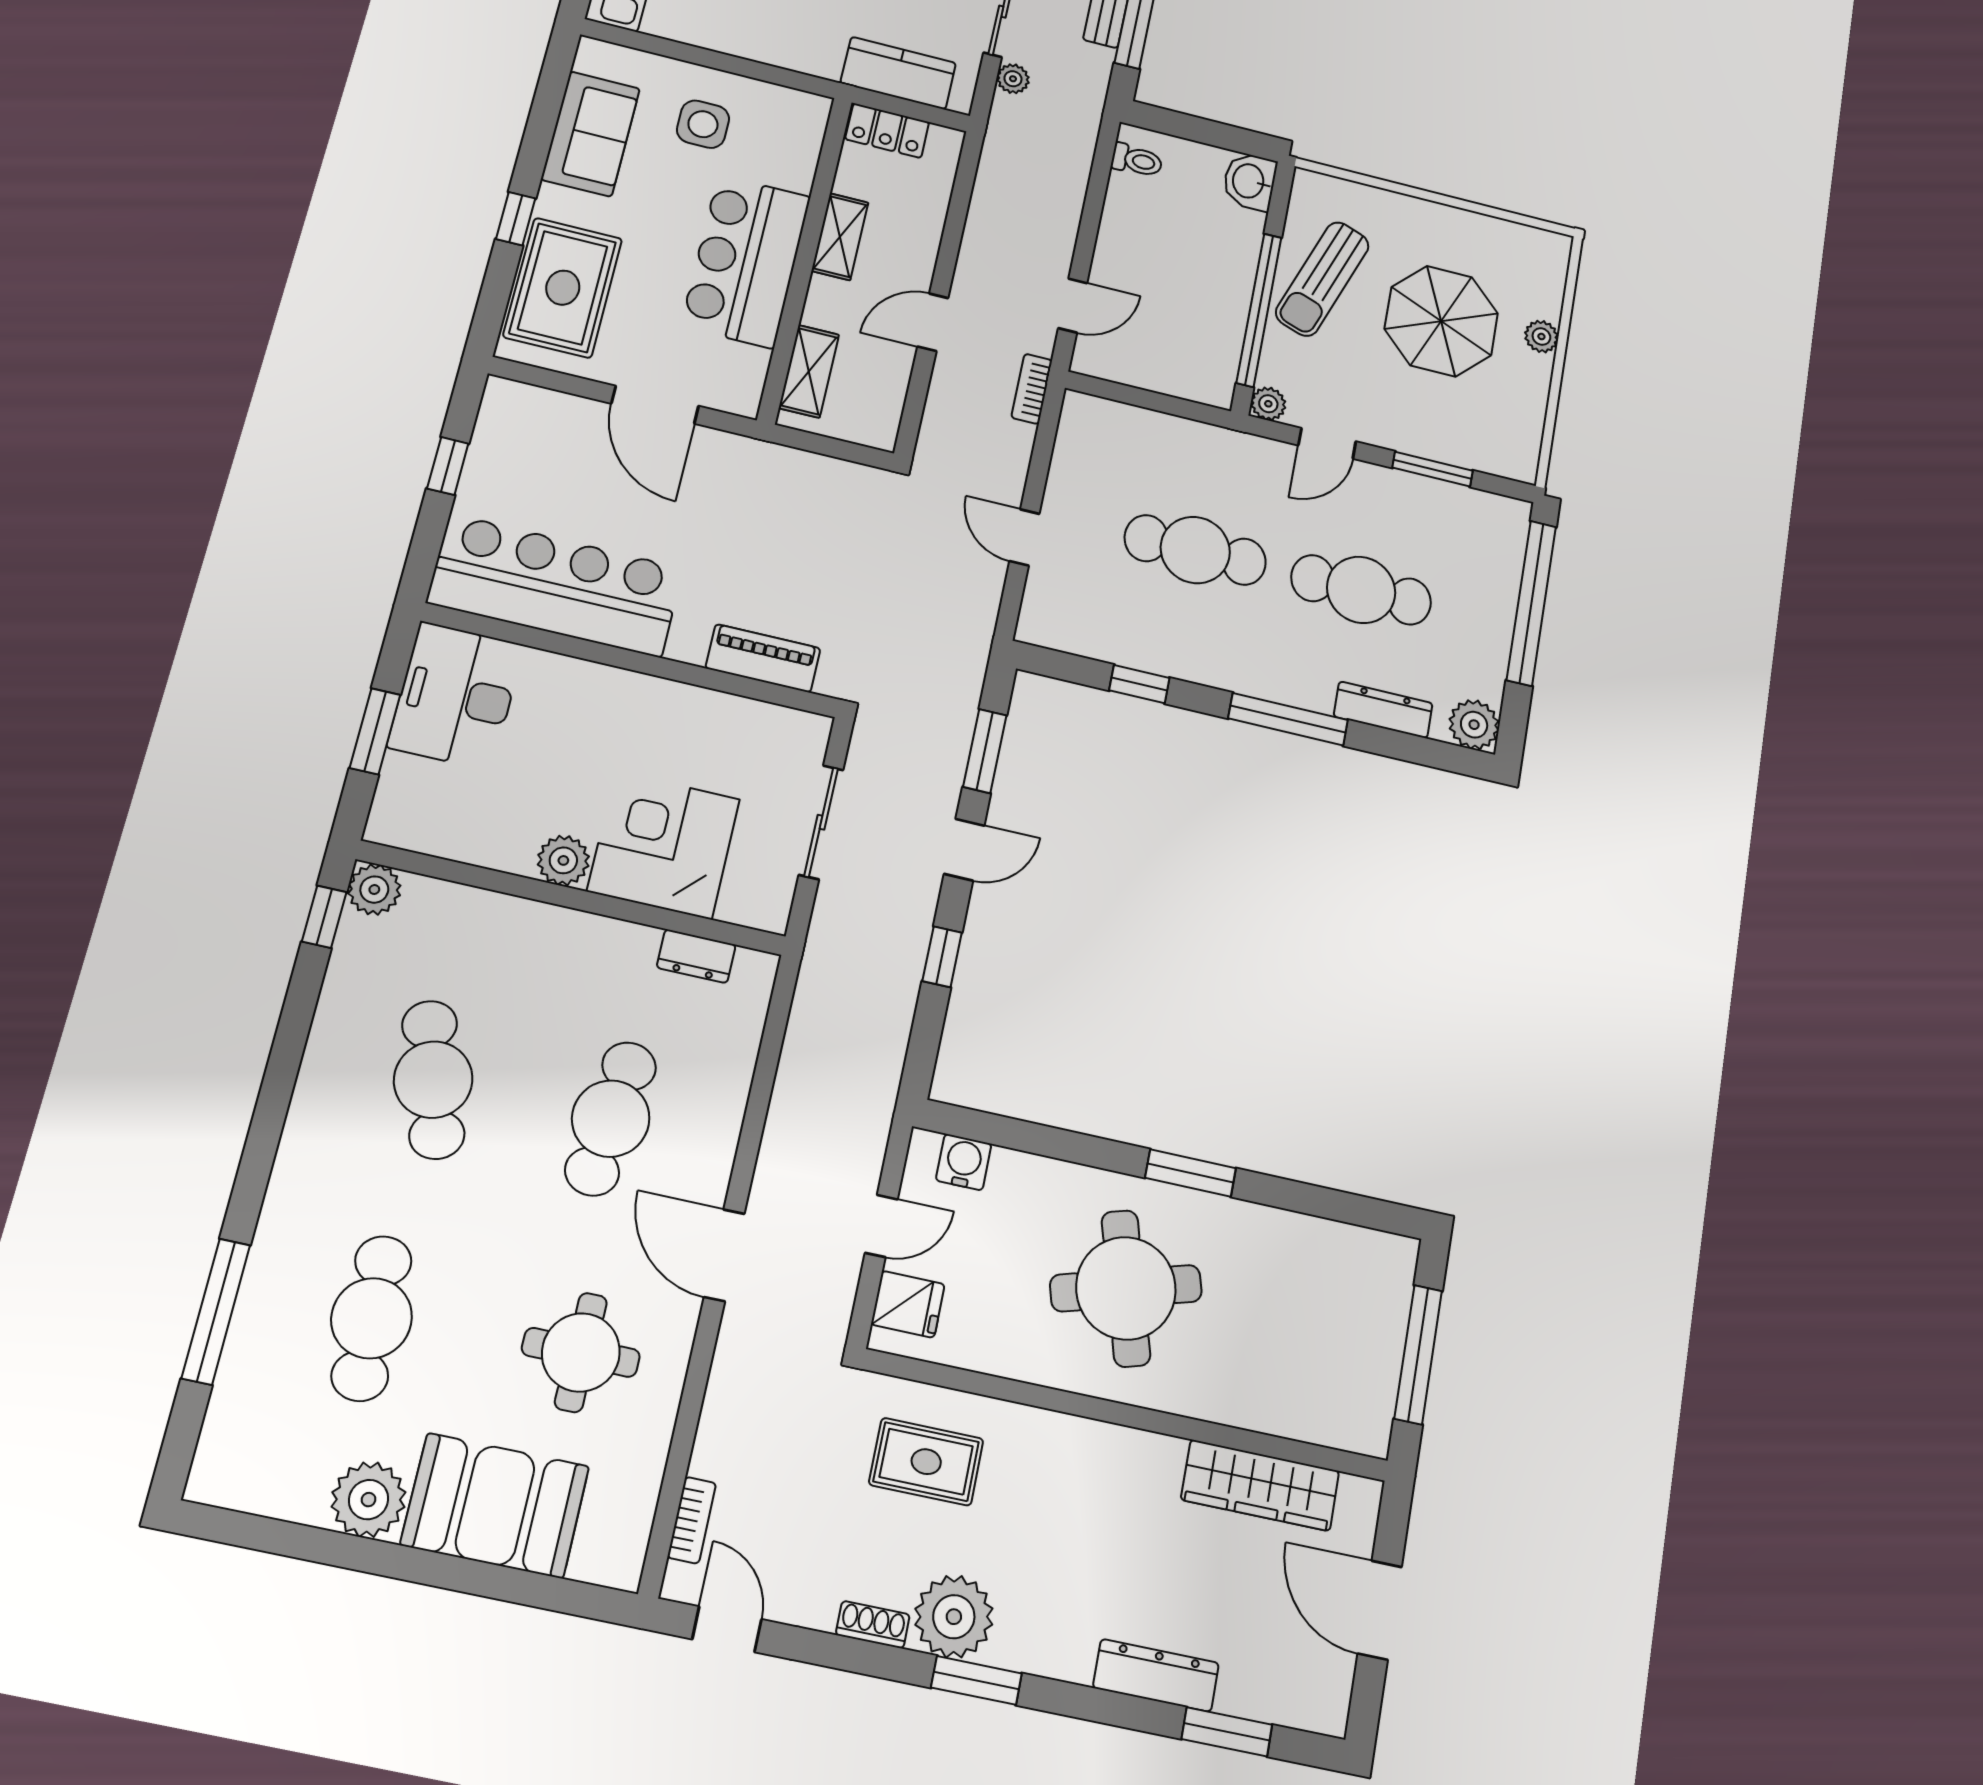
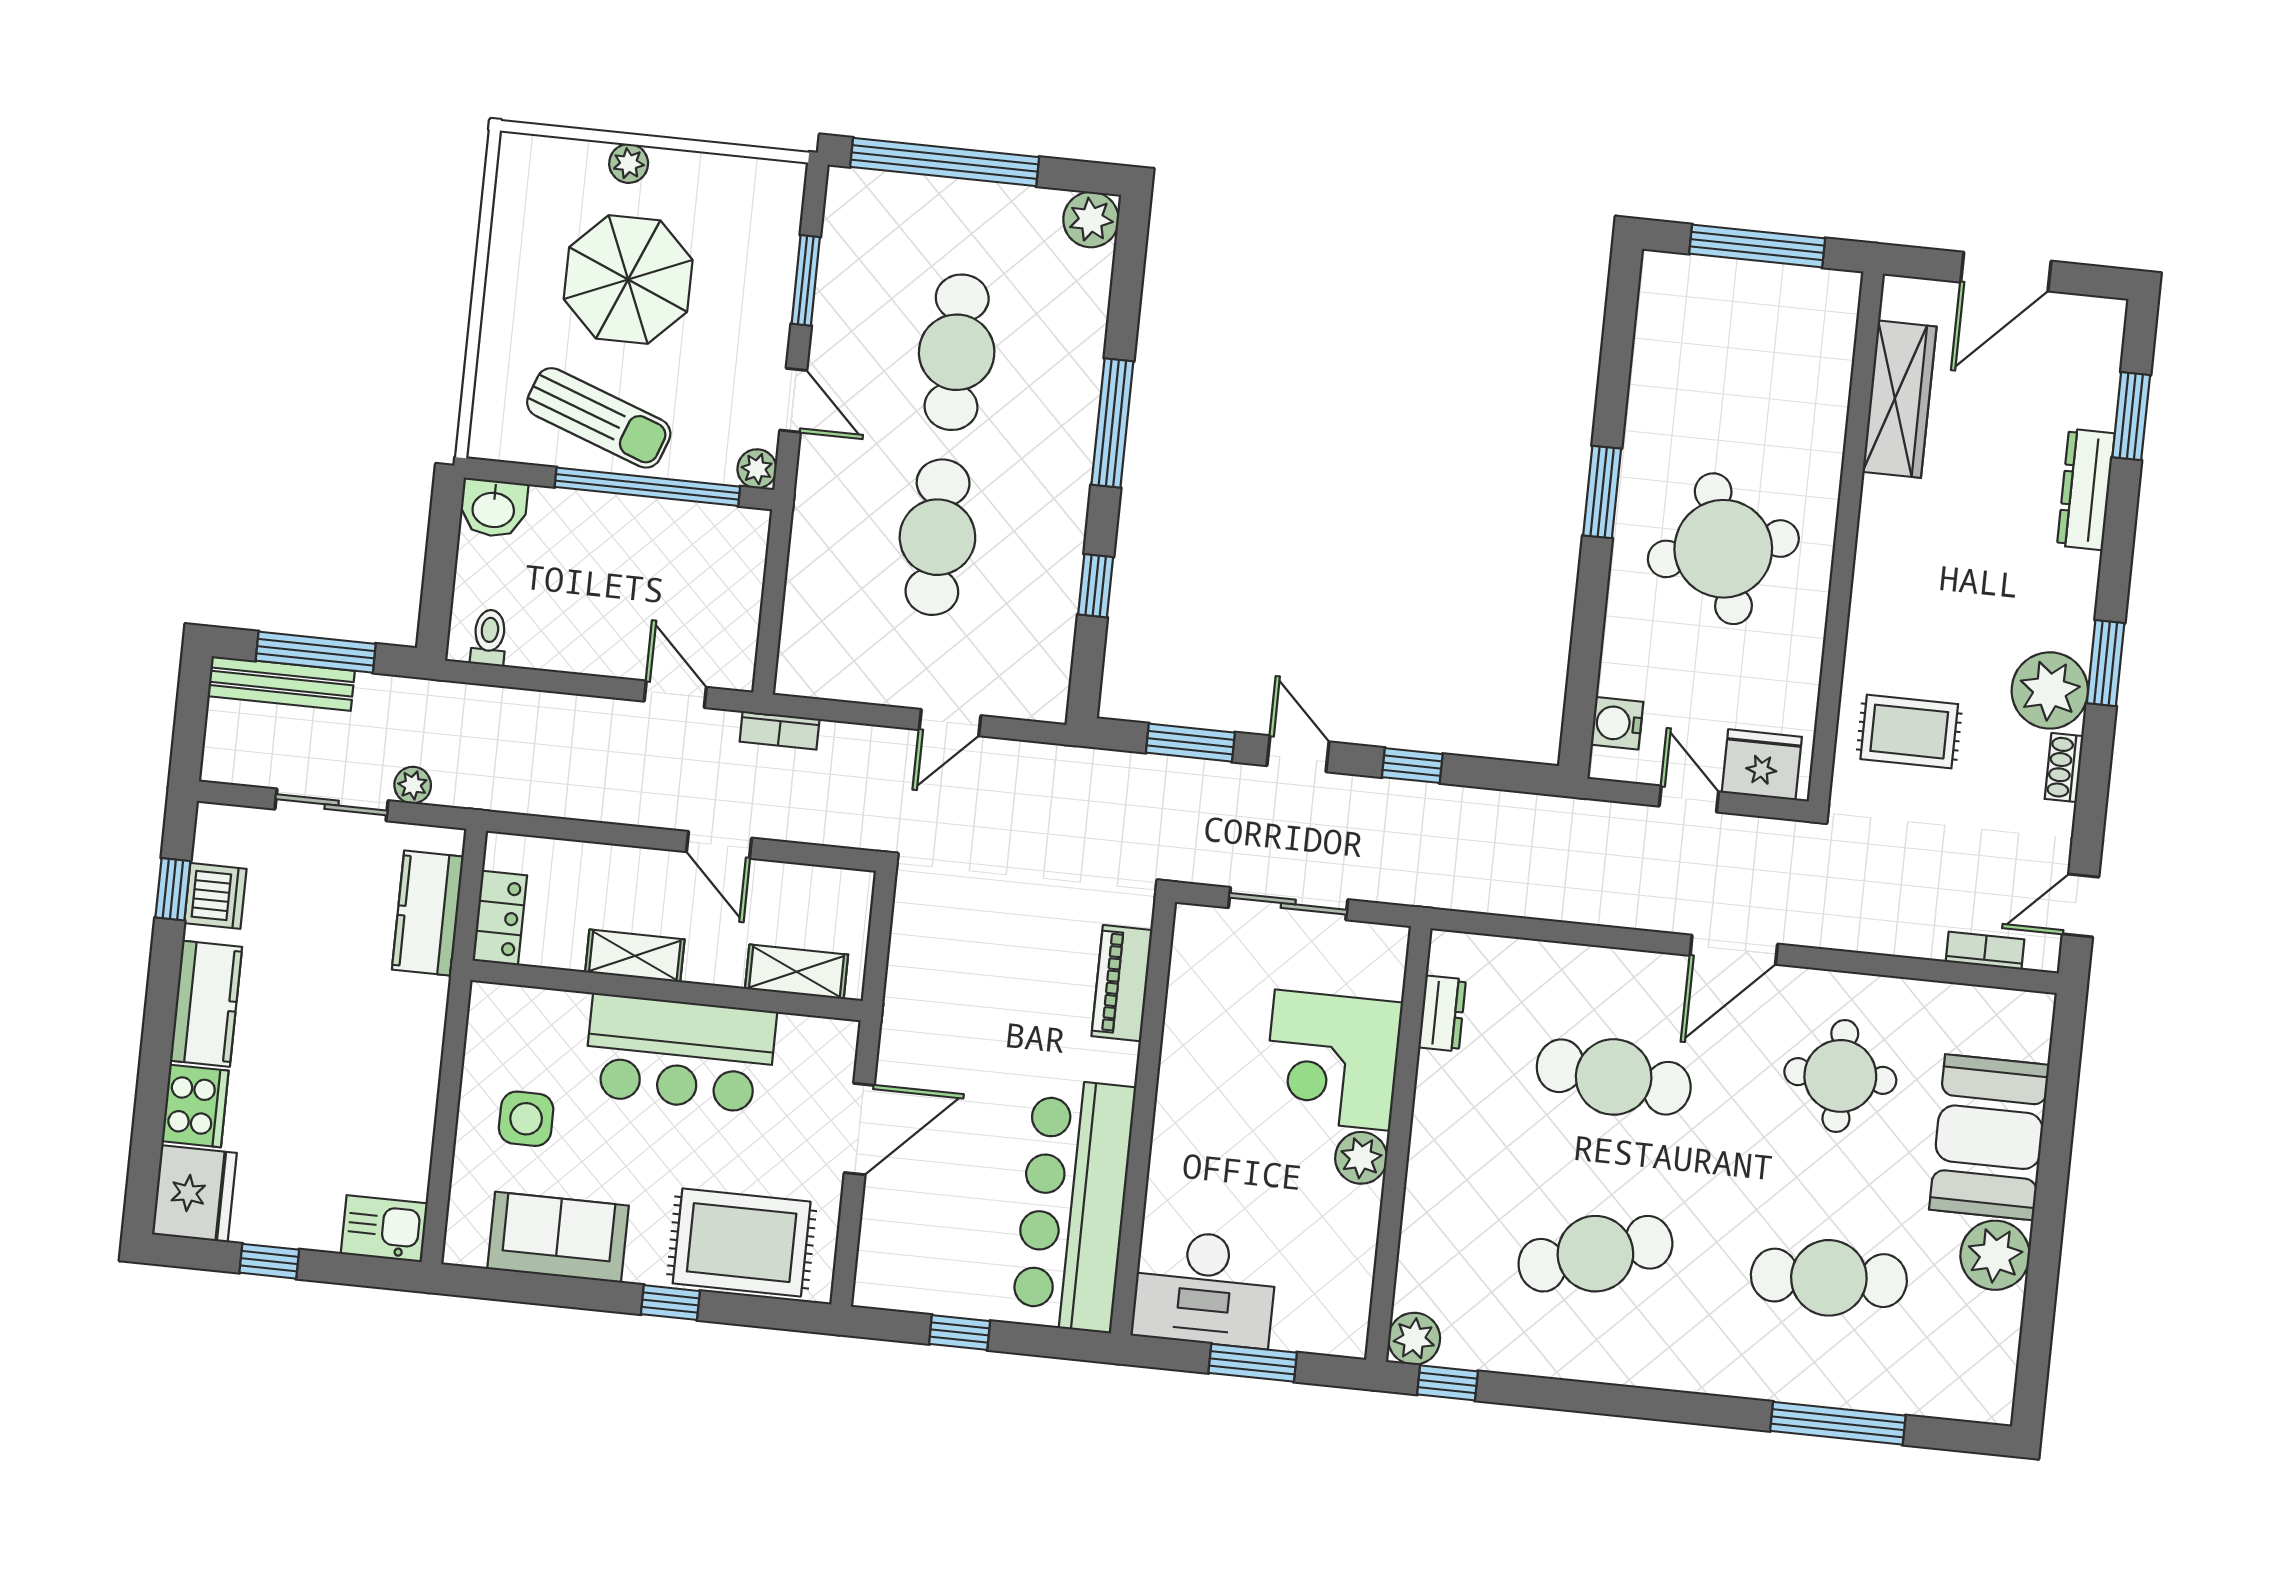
dresser: (1383, 710) -> (1088, 320), removed
fridge: (908, 1304) -> (1762, 765), width x1.38
rug: (926, 1462) -> (1909, 732), turned 90

